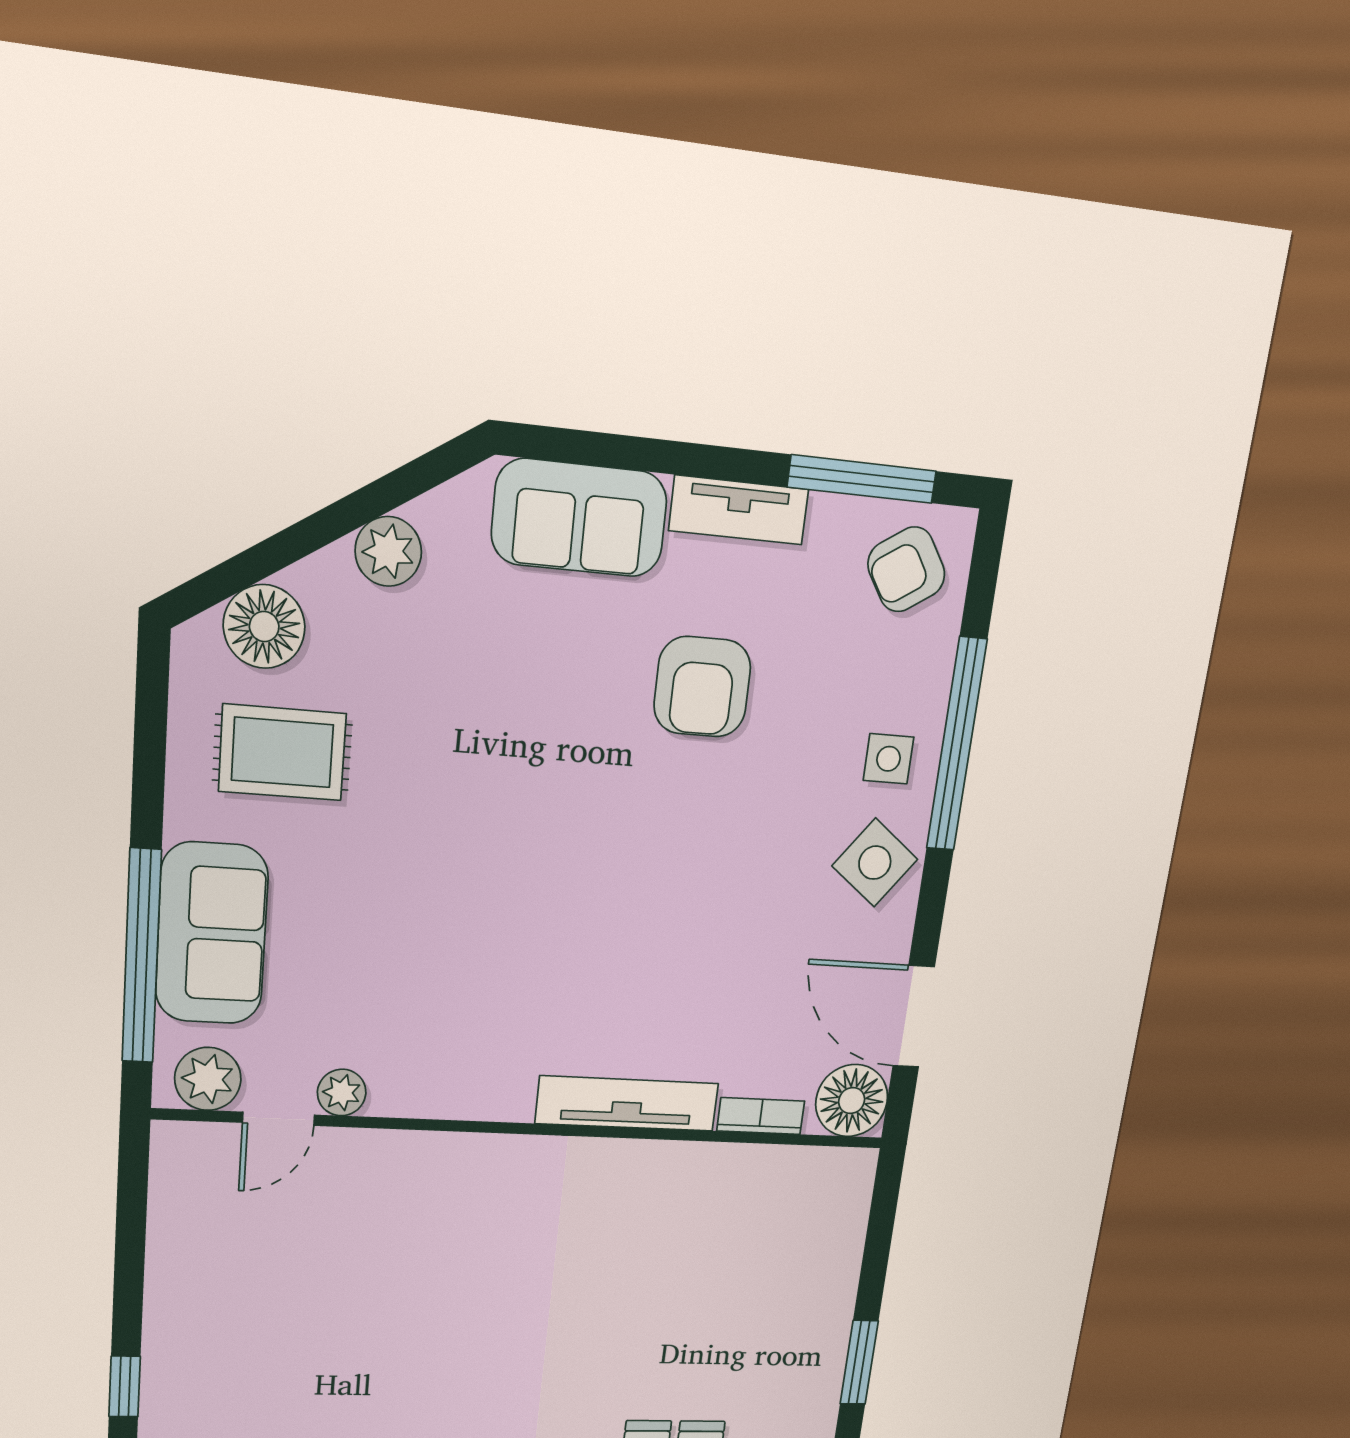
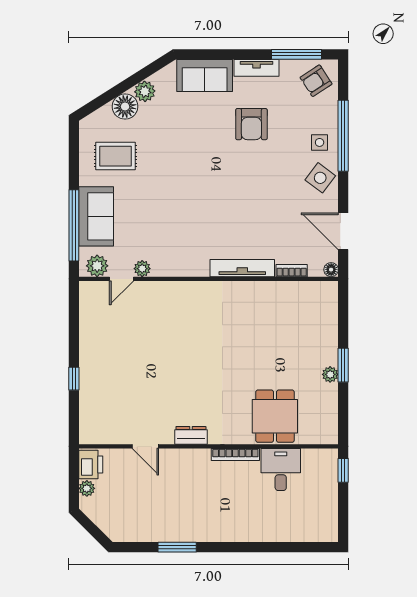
floor lamp: (264, 627) -> (125, 107), moved
floor lamp: (852, 1101) -> (331, 270), width x0.53, depth x0.53
plant: (823, 1385) -> (330, 374), added

